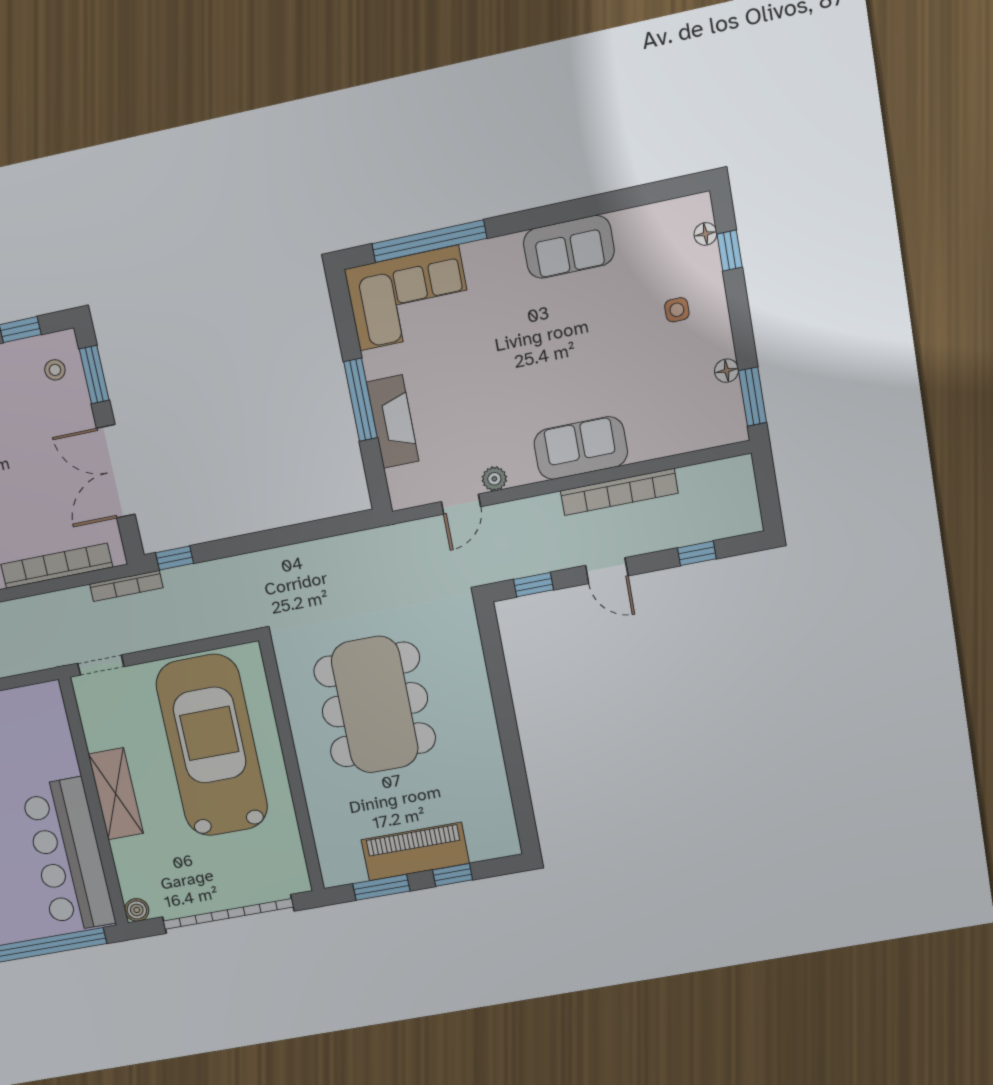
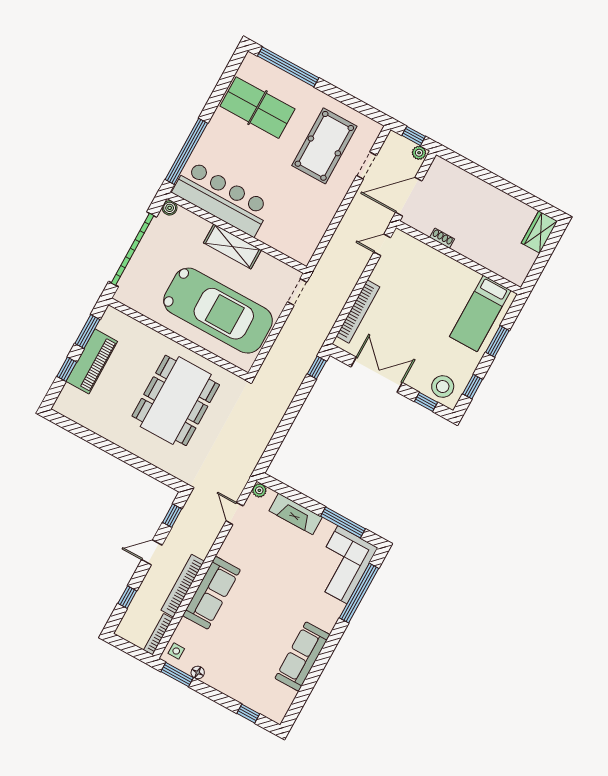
floor lamp: (705, 234) -> (264, 709), removed
sofa: (569, 247) -> (302, 657), width x1.36
side table: (677, 310) -> (176, 651), moved
stool: (55, 370) -> (443, 387), width x1.89, depth x1.89
window: (94, 375) -> (426, 402), width x0.67
window: (360, 400) -> (343, 522), moved
sofa: (581, 448) -> (212, 593), width x1.36
plant: (494, 479) -> (259, 490), moved
bookcase: (126, 586) -> (158, 634), moved
dining table: (375, 705) -> (176, 400), turned 90

